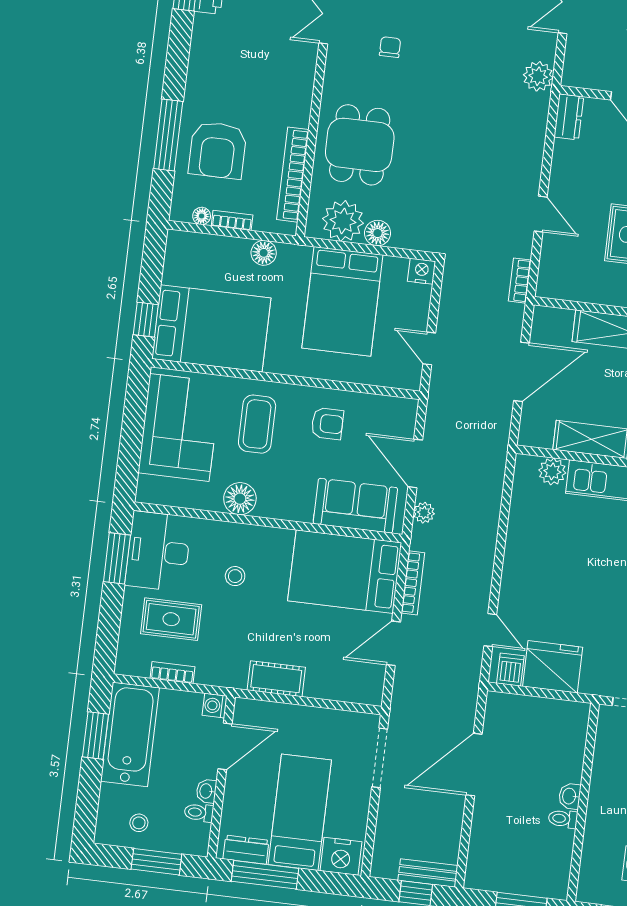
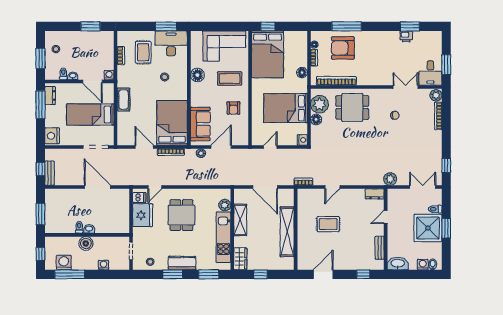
dining table: (564, 576) -> (181, 215), added
bathtub: (130, 734) -> (93, 41), removed
boiler: (603, 808) -> (86, 243), added
bed: (300, 812) -> (90, 114), moved, turned 180

